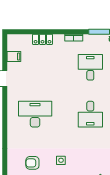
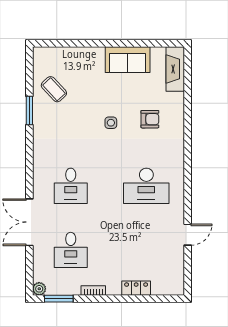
filing cabinet: (14, 57) -> (175, 265), removed
desk: (90, 114) -> (71, 186), turned 180

